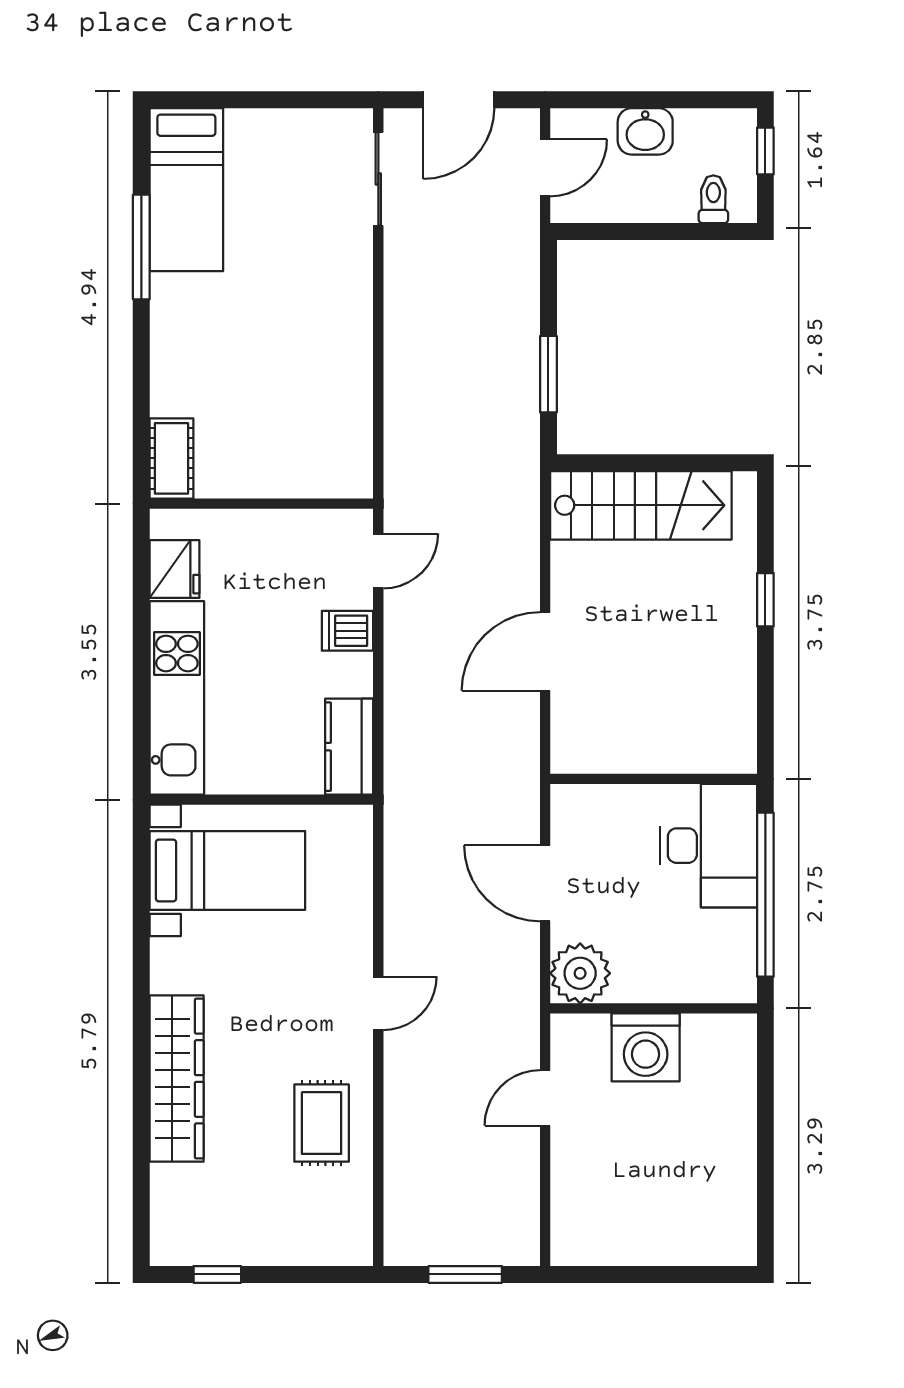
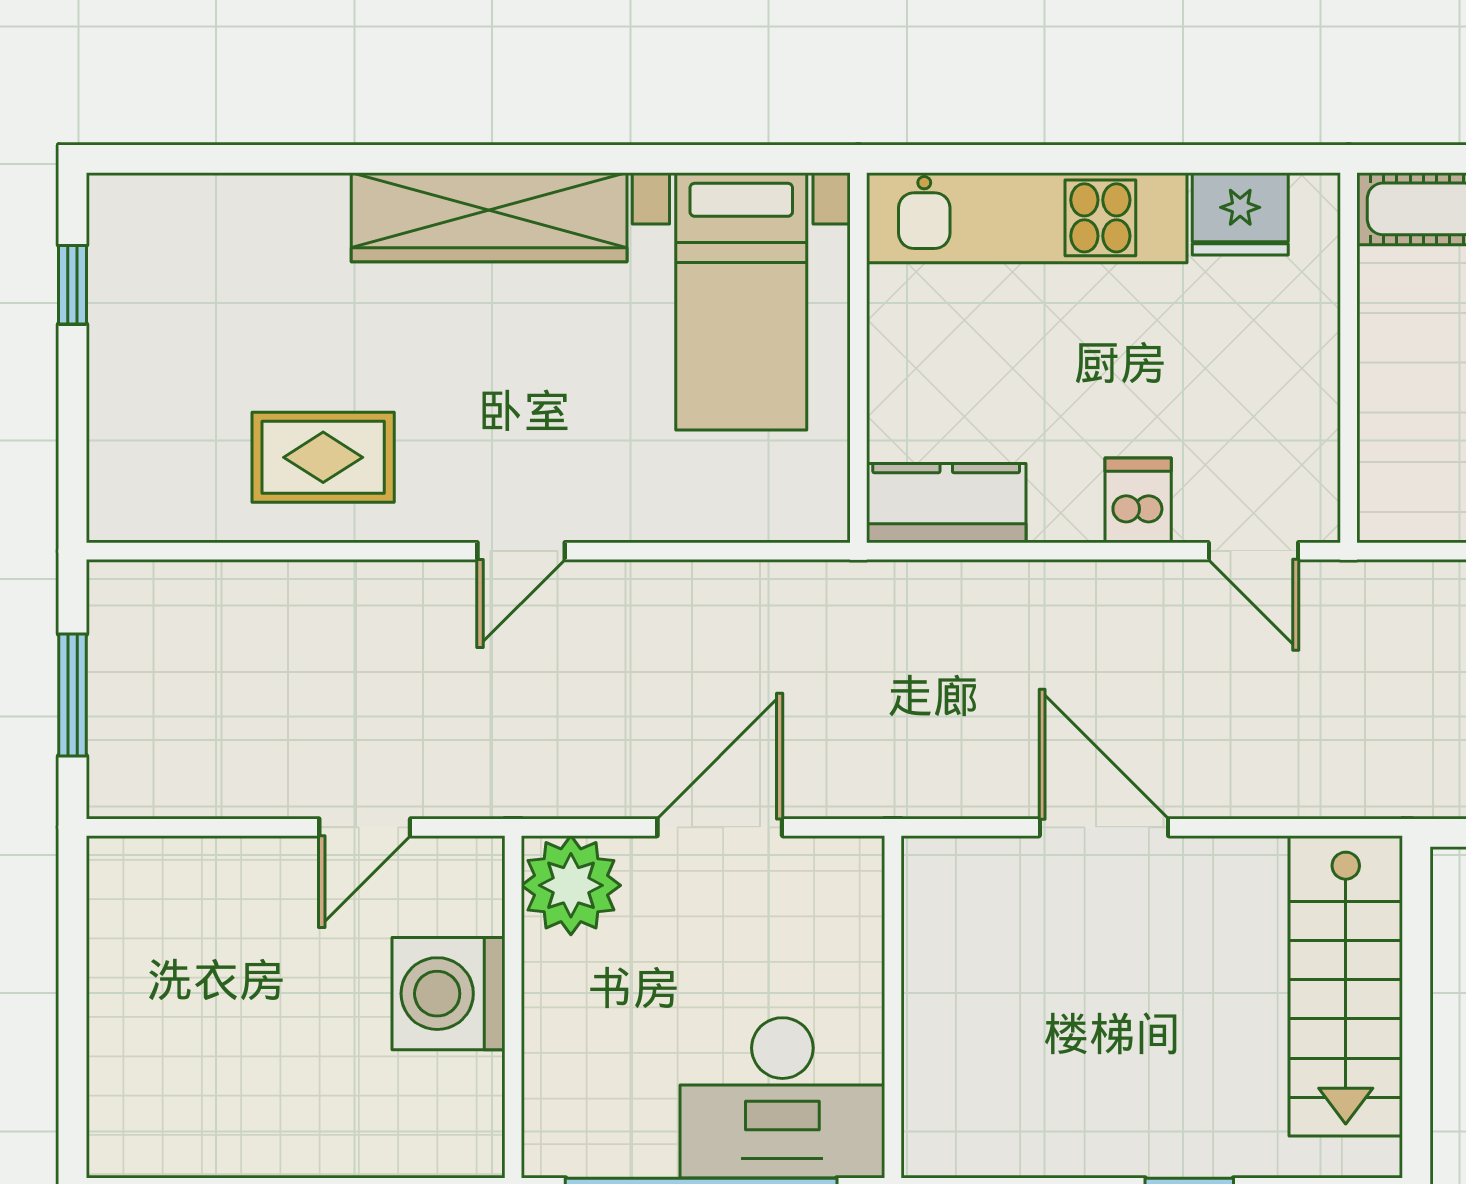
door: (378, 1003) -> (521, 551), hinge flipped
wardrobe: (177, 1079) -> (489, 217), moved
door: (545, 1098) -> (365, 827), swing flipped

